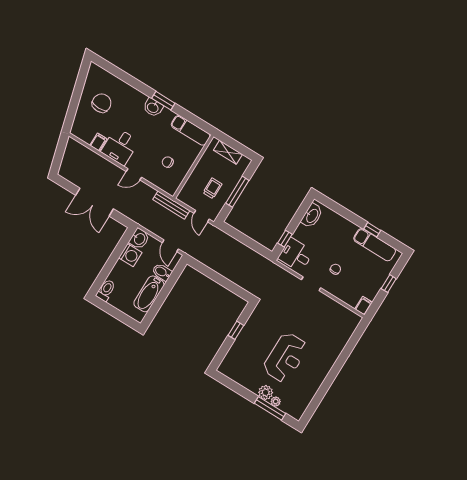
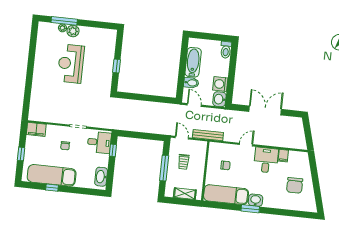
exam couch: (191, 130) -> (226, 195), width x1.36, depth x1.45
exam couch: (375, 245) -> (52, 175), width x1.36, depth x1.45
filing cabinet: (364, 306) -> (36, 129), width x2.00

